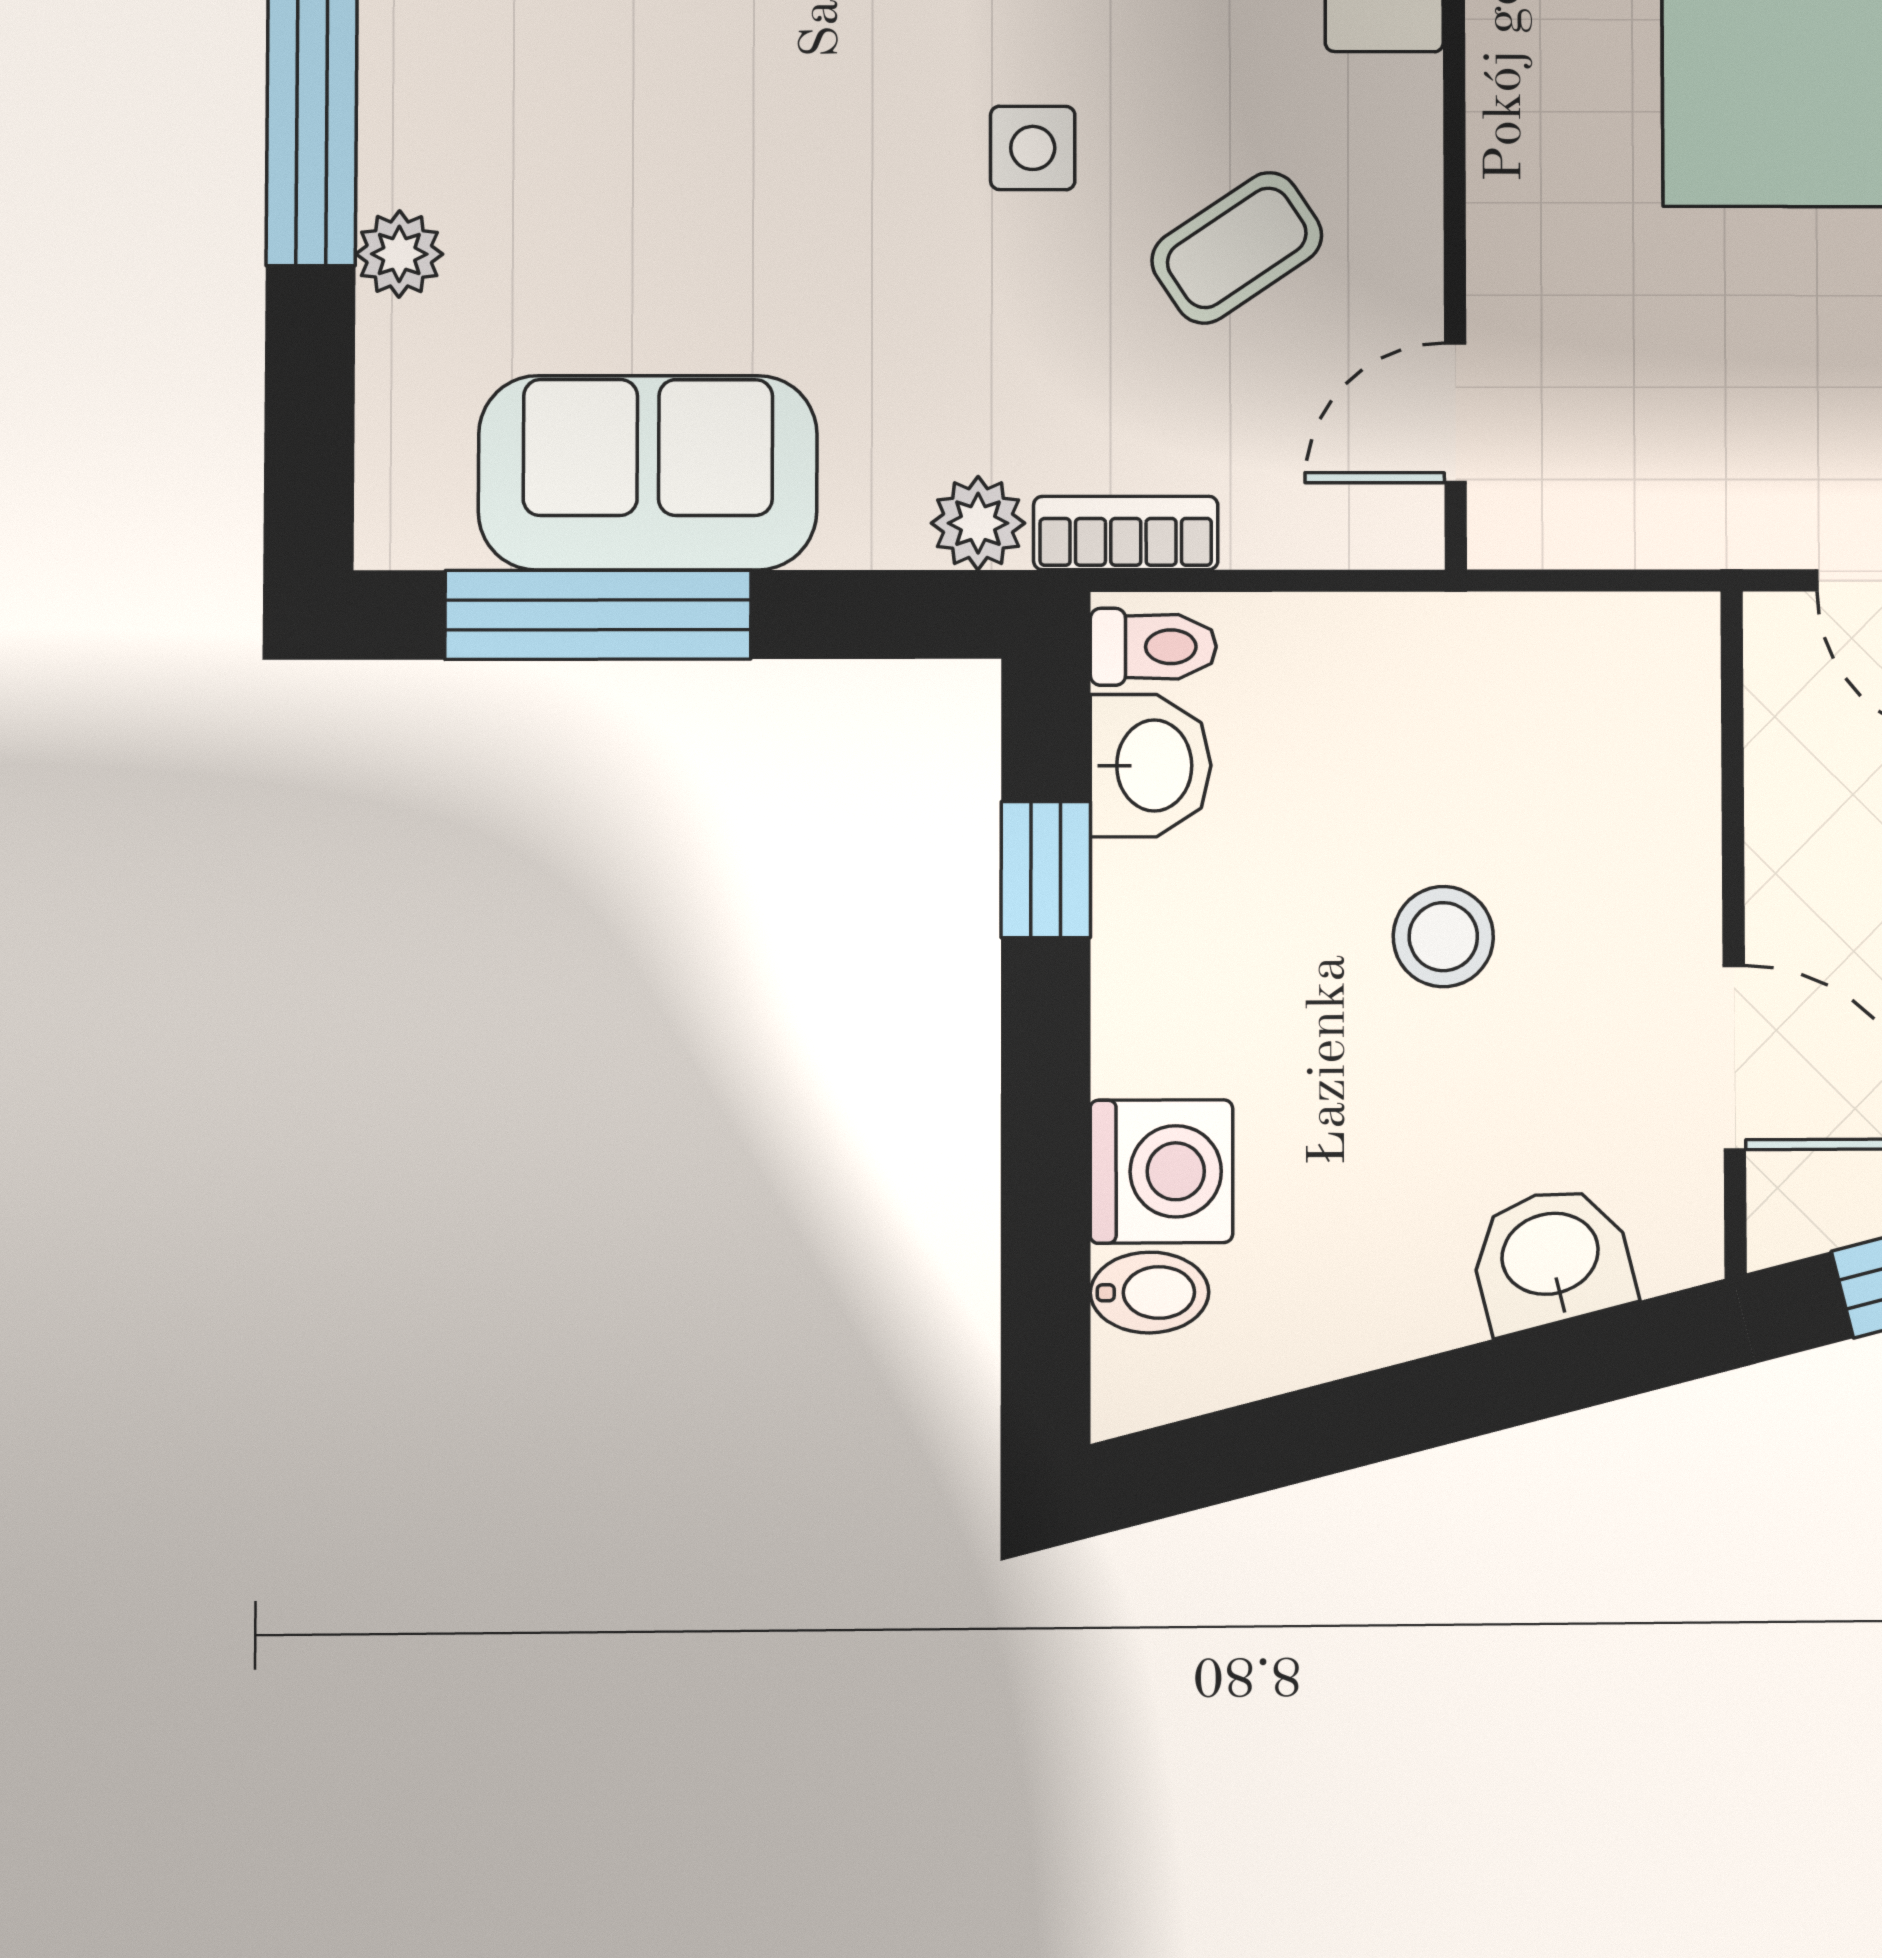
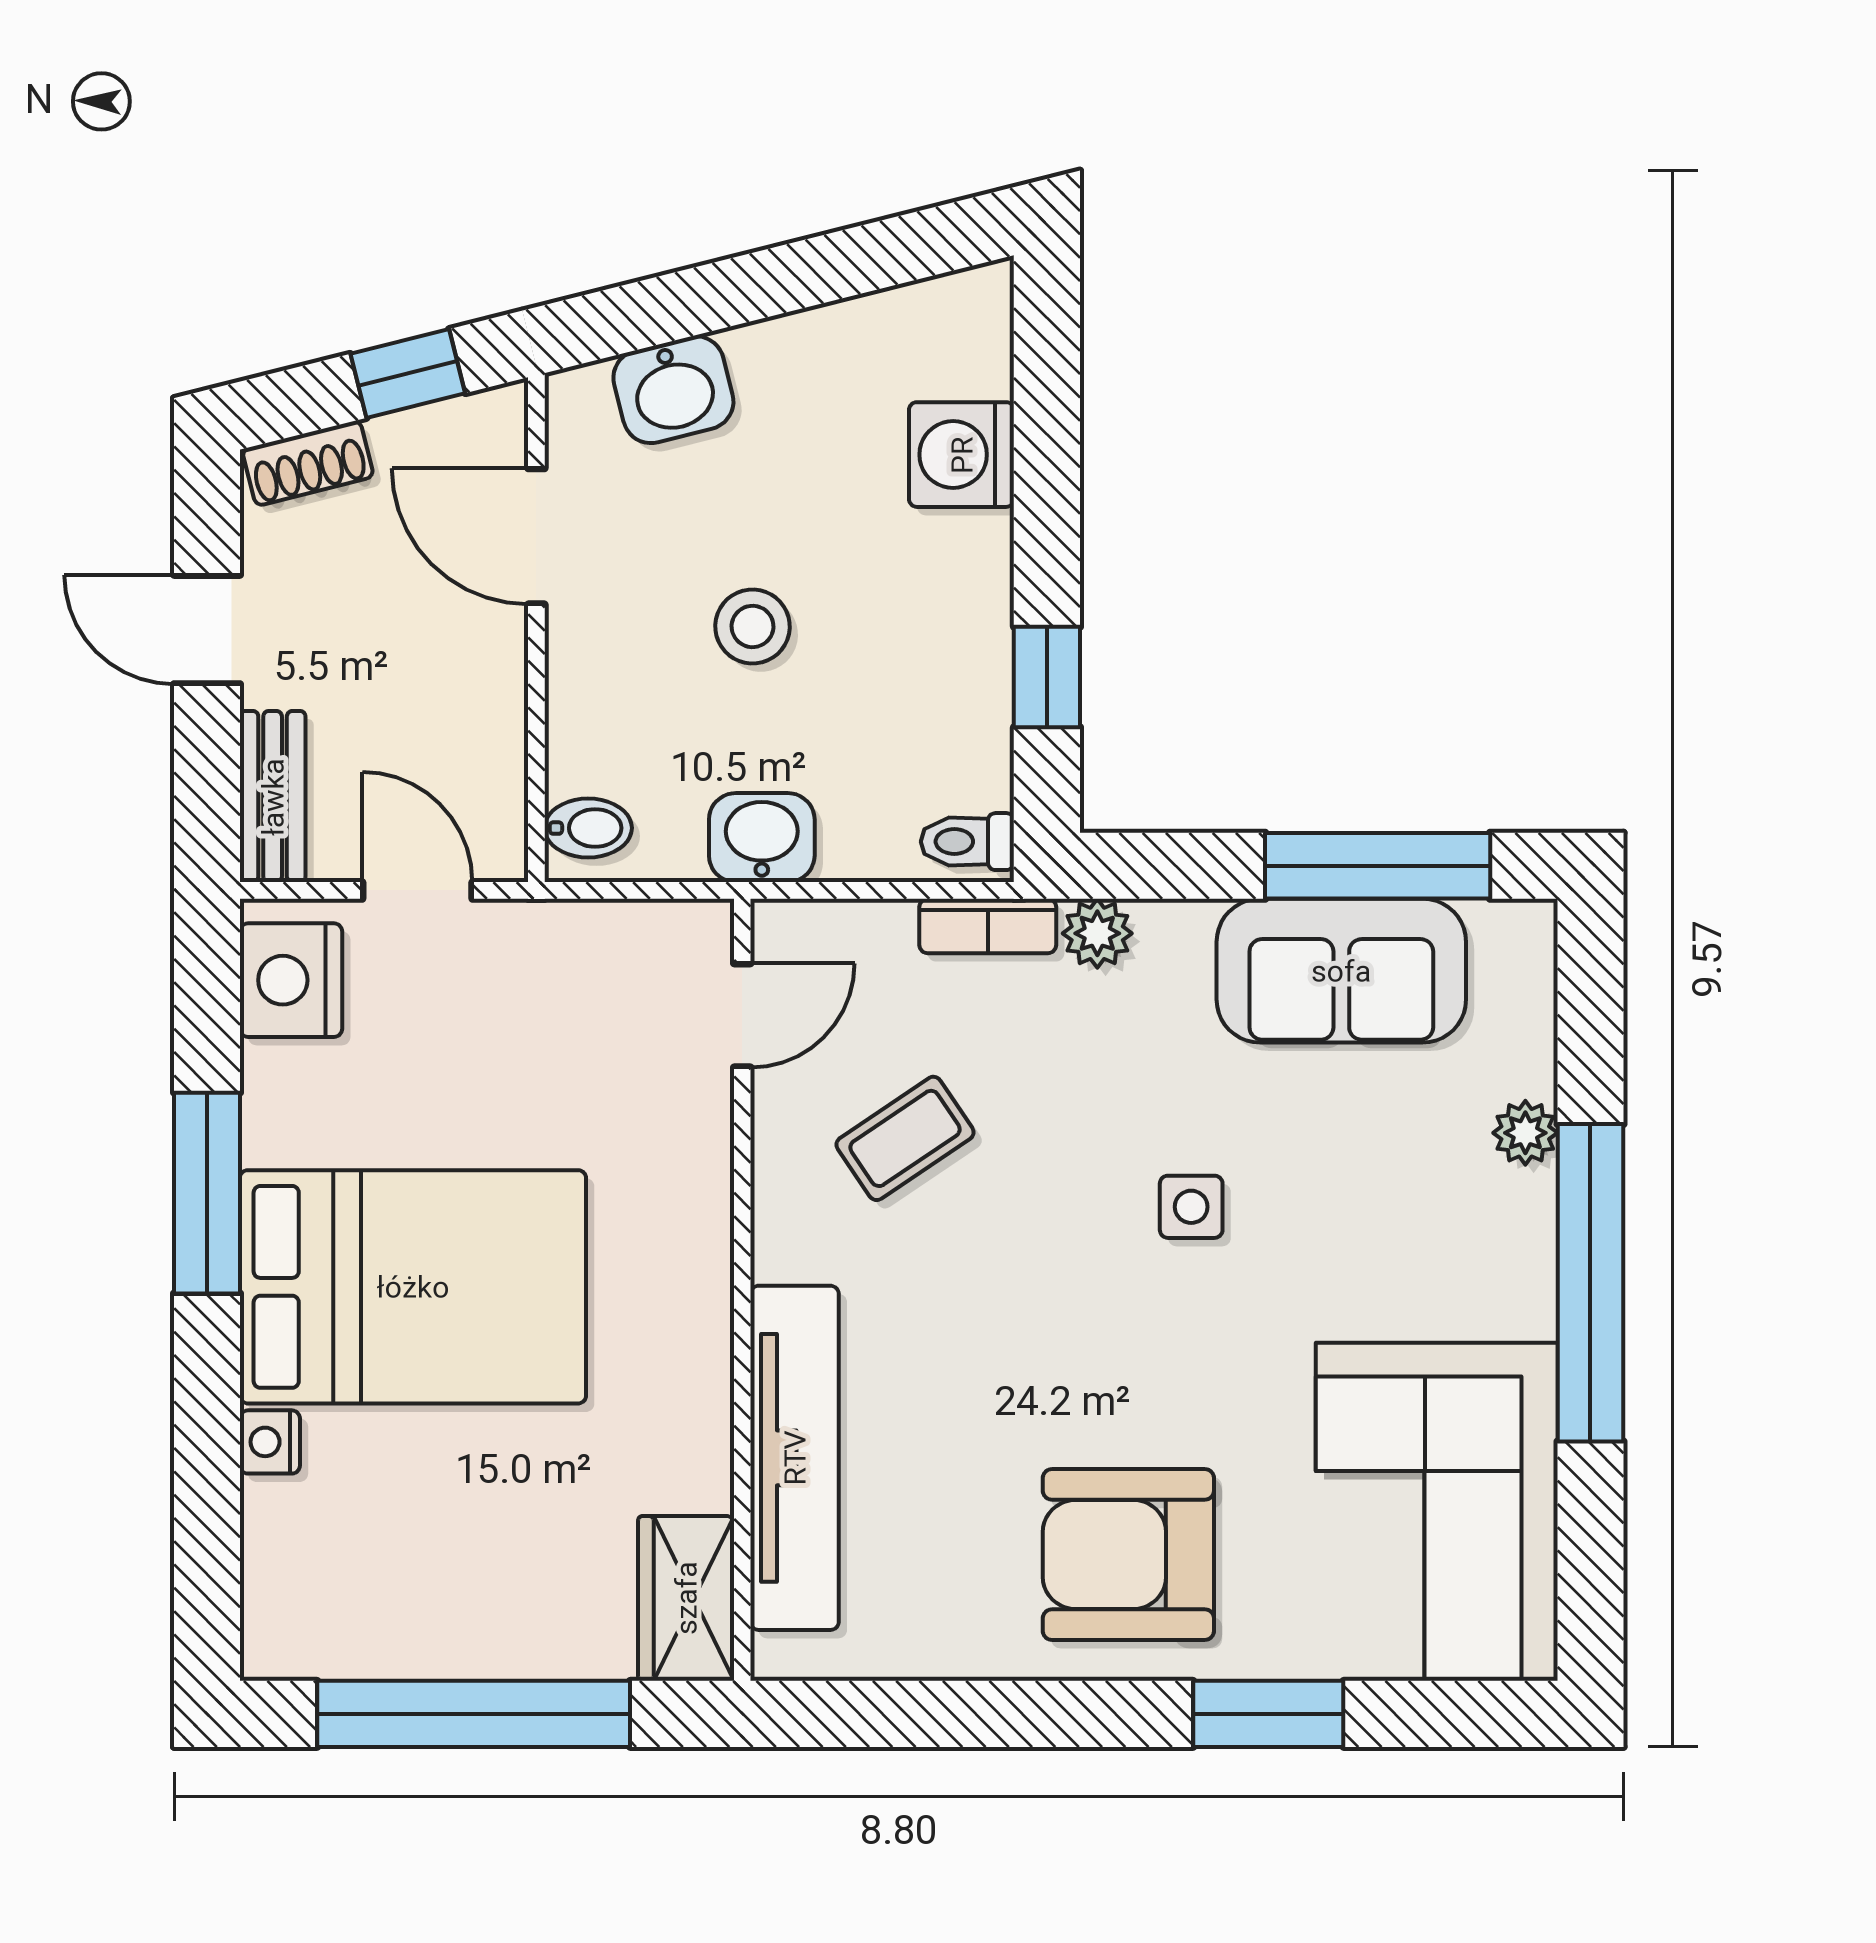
side table: (1033, 148) -> (1191, 1207), moved
washbasin: (1151, 766) -> (762, 838), moved, turned 90
bidet: (1150, 1293) -> (588, 828), moved, turned 180

